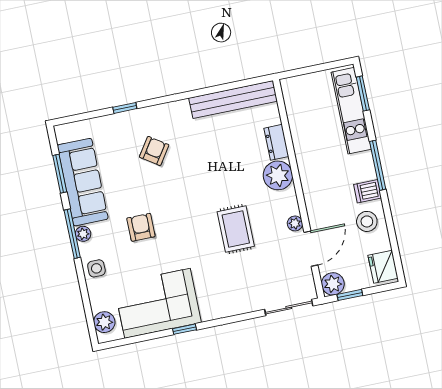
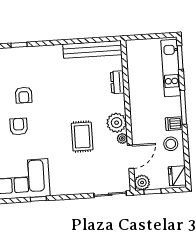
armchair: (154, 151) -> (24, 95), moved, turned 146
plant: (278, 175) -> (117, 123), moved

